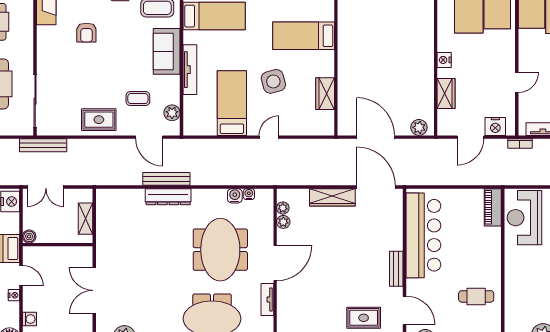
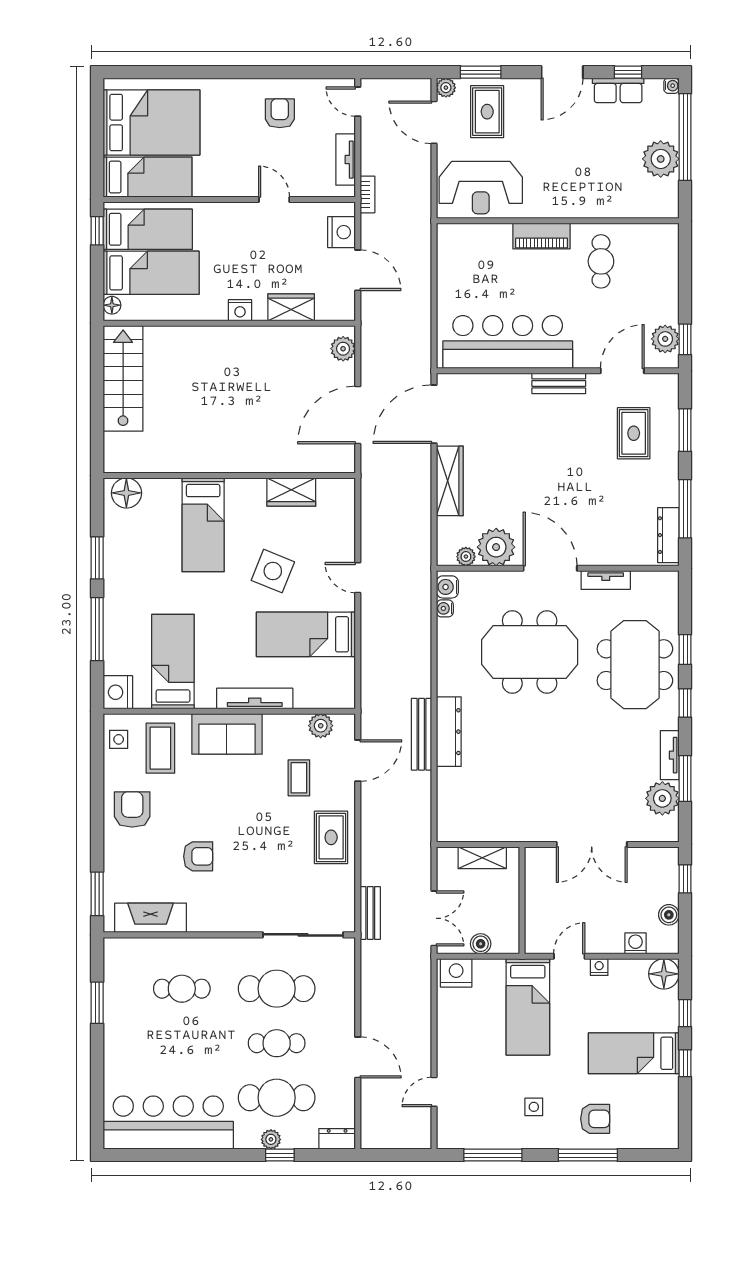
side table: (273, 81) -> (273, 571), turned 37
bench: (43, 145) -> (370, 913), width x0.73
water cooler: (235, 196) -> (447, 587), moved
piano: (493, 207) -> (542, 236), moved
plant: (283, 222) -> (496, 547), width x1.88, depth x1.88
boiler: (29, 236) -> (481, 944), moved

